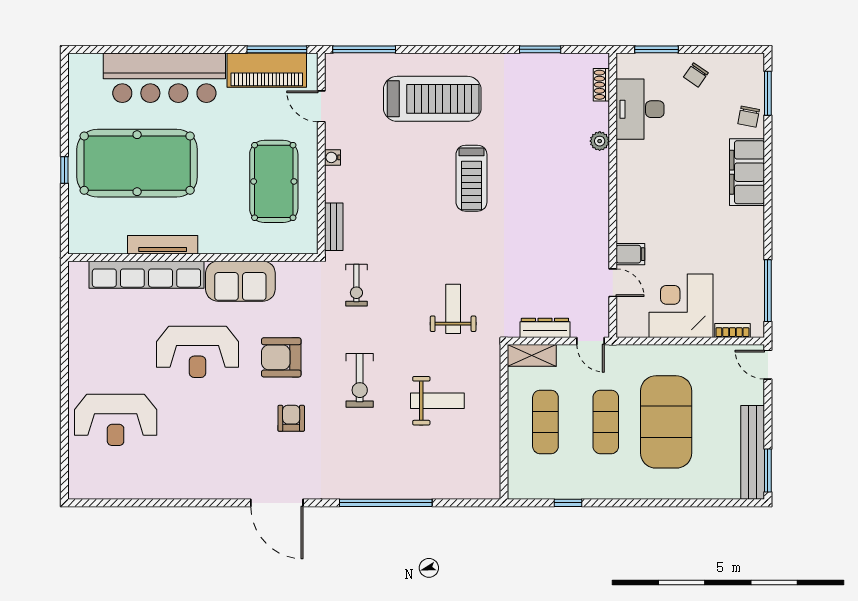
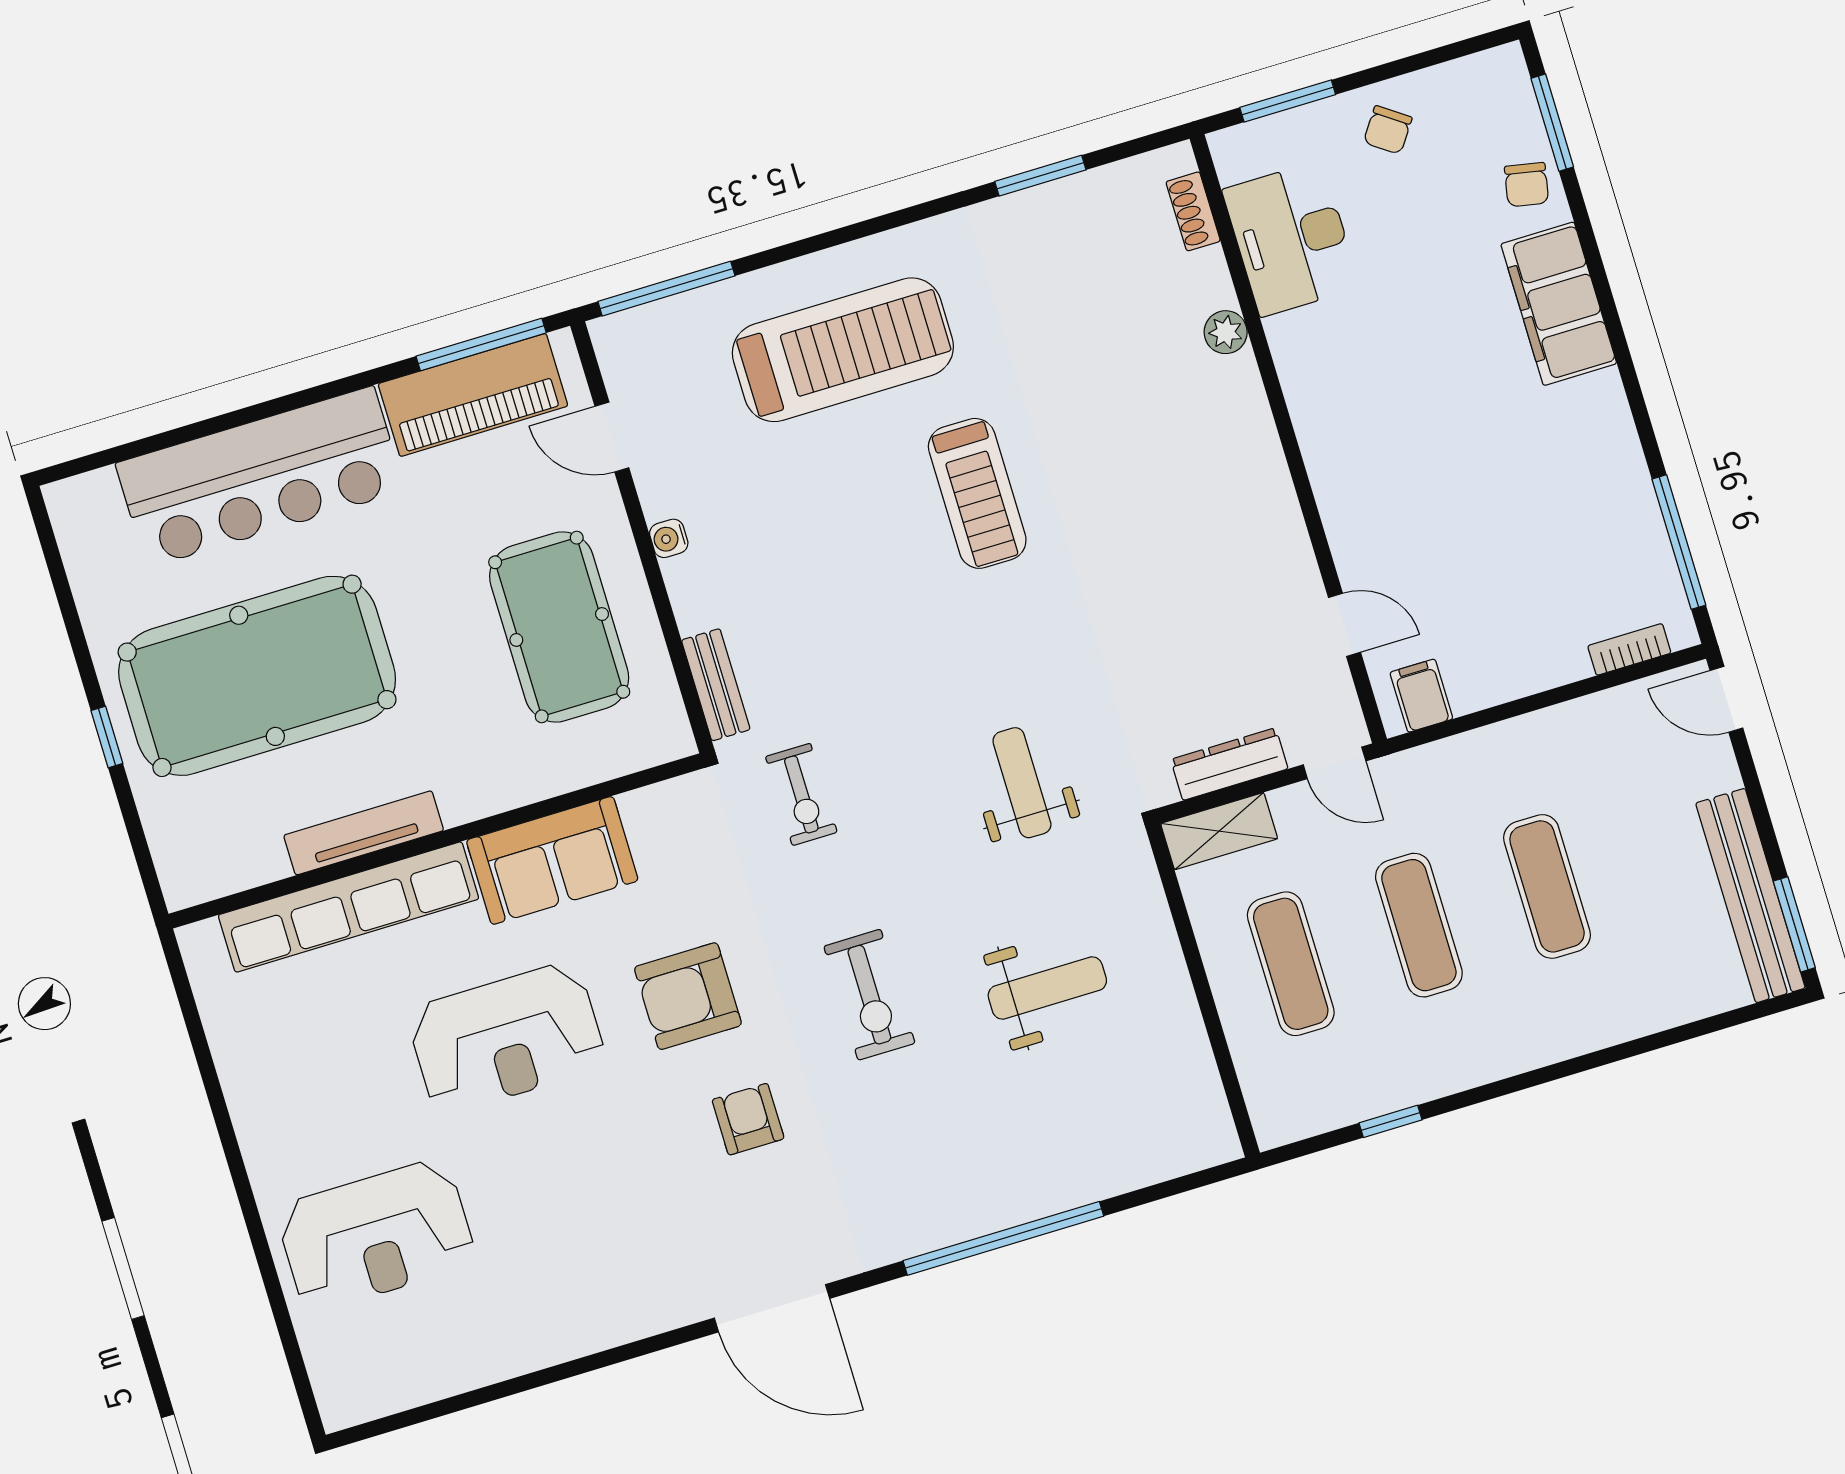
filing cabinet: (630, 254) -> (1421, 696), moved, turned -90
corner desk: (681, 306) -> (1504, 630), removed
exercise mat: (666, 422) -> (1547, 886), width x0.50, depth x0.69

